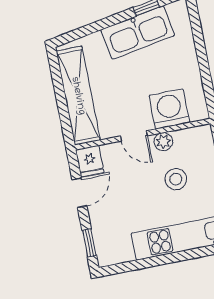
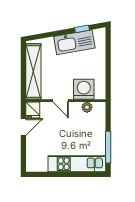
plant: (163, 142) -> (87, 107), moved
stool: (176, 179) -> (80, 130), removed
window: (89, 243) -> (23, 157), removed

